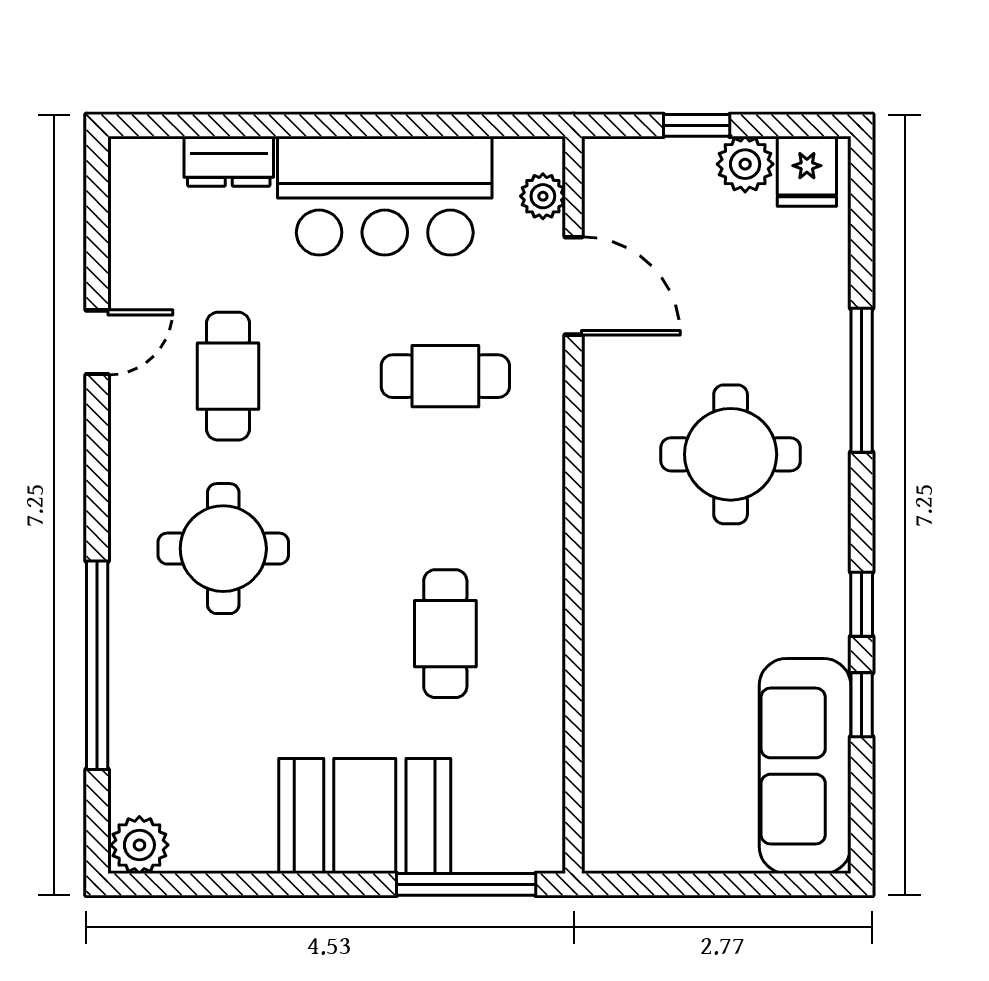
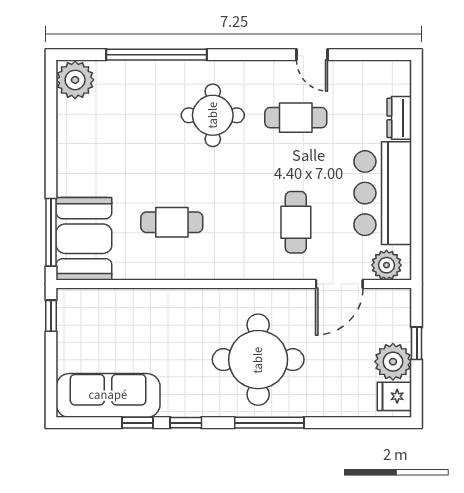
plant: (745, 164) -> (393, 362), width x1.36, depth x1.36
plant: (543, 196) -> (386, 265), width x1.38, depth x1.38
window: (862, 380) -> (269, 423), moved
round table: (731, 454) -> (258, 360), width x1.36, depth x1.36
booth: (365, 816) -> (84, 239), moved
plant: (139, 845) -> (75, 80), width x1.36, depth x1.36
window: (640, 884) -> (51, 316), added

